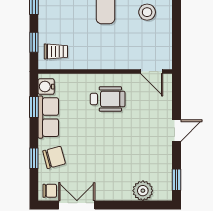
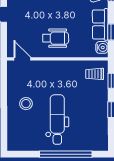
wheelchair: (108, 99) -> (56, 38), turned 180

